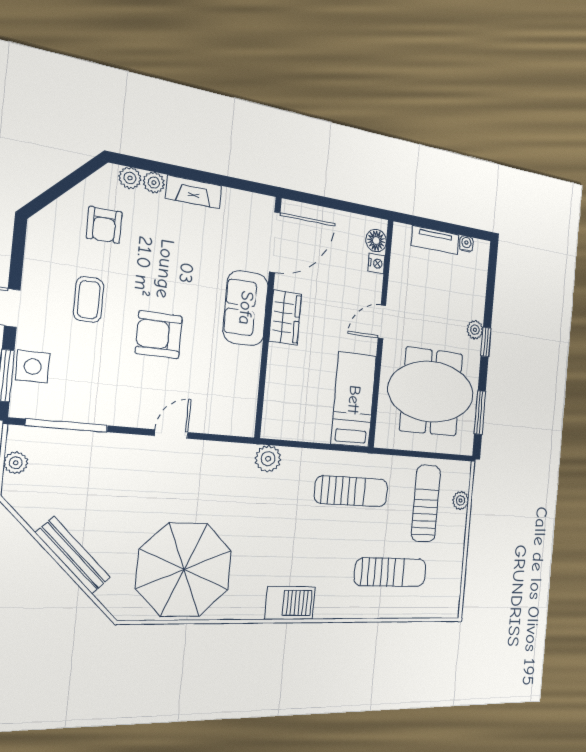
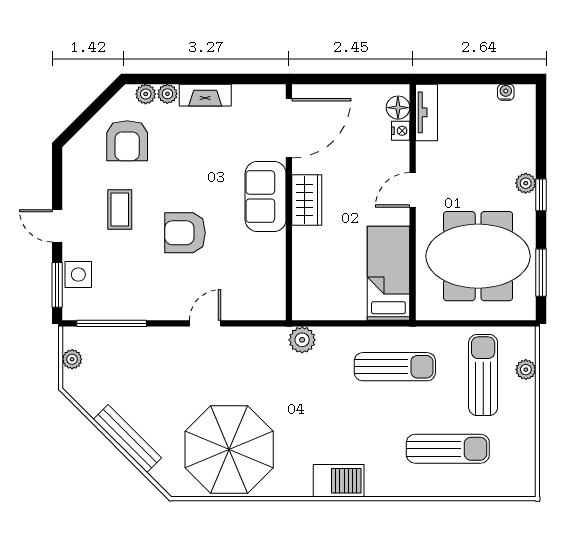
armchair: (104, 225) -> (127, 141), width x1.38, depth x1.38
tv unit: (435, 240) -> (427, 112), moved, turned -90

